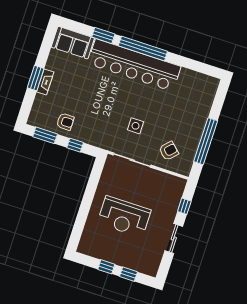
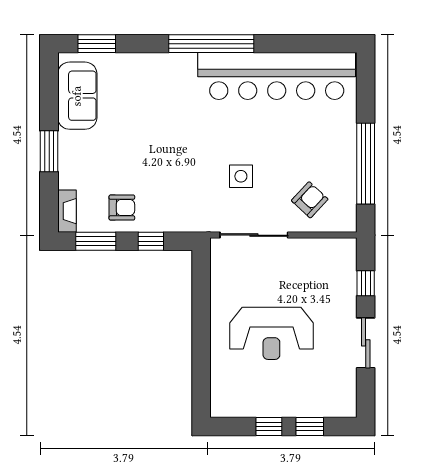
window: (103, 36) -> (97, 44), moved
sofa: (73, 43) -> (77, 96), moved, turned -90
bar counter: (134, 65) -> (277, 76), moved
fireplace: (45, 82) -> (67, 211), moved

